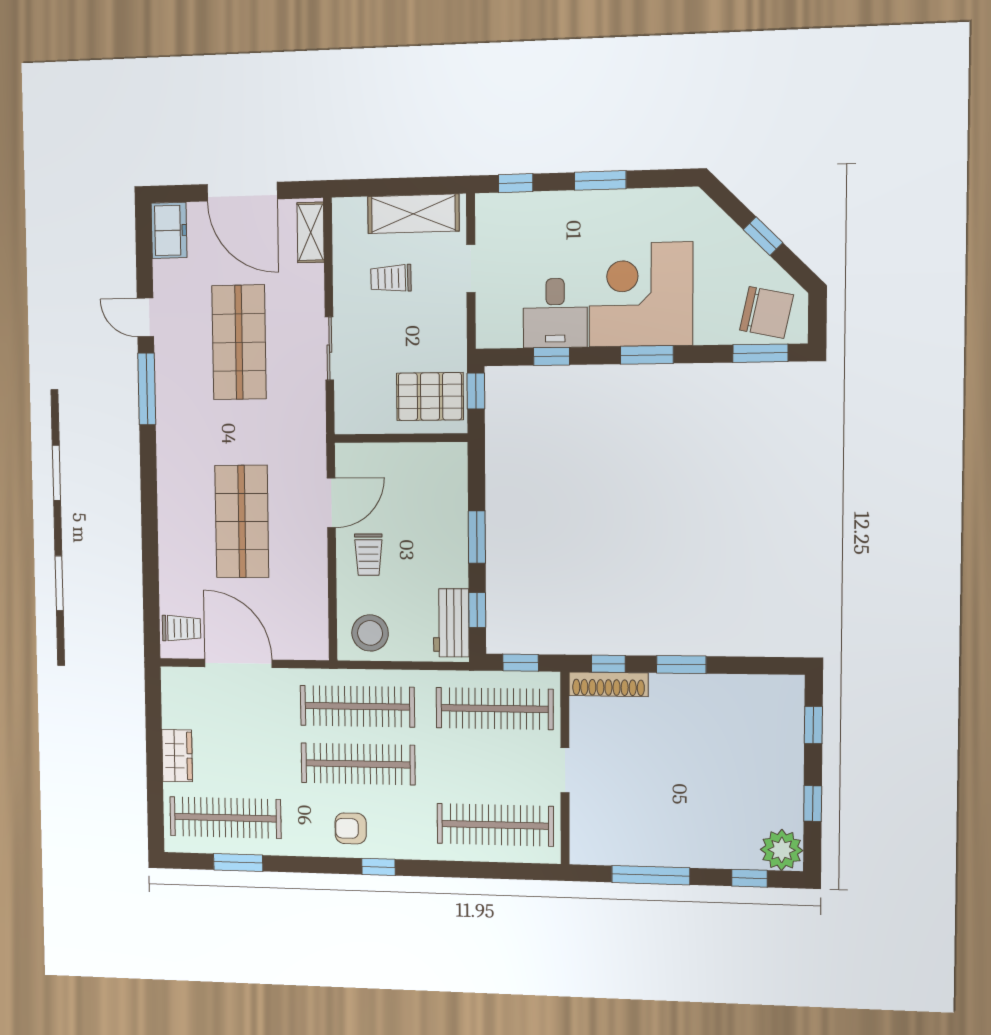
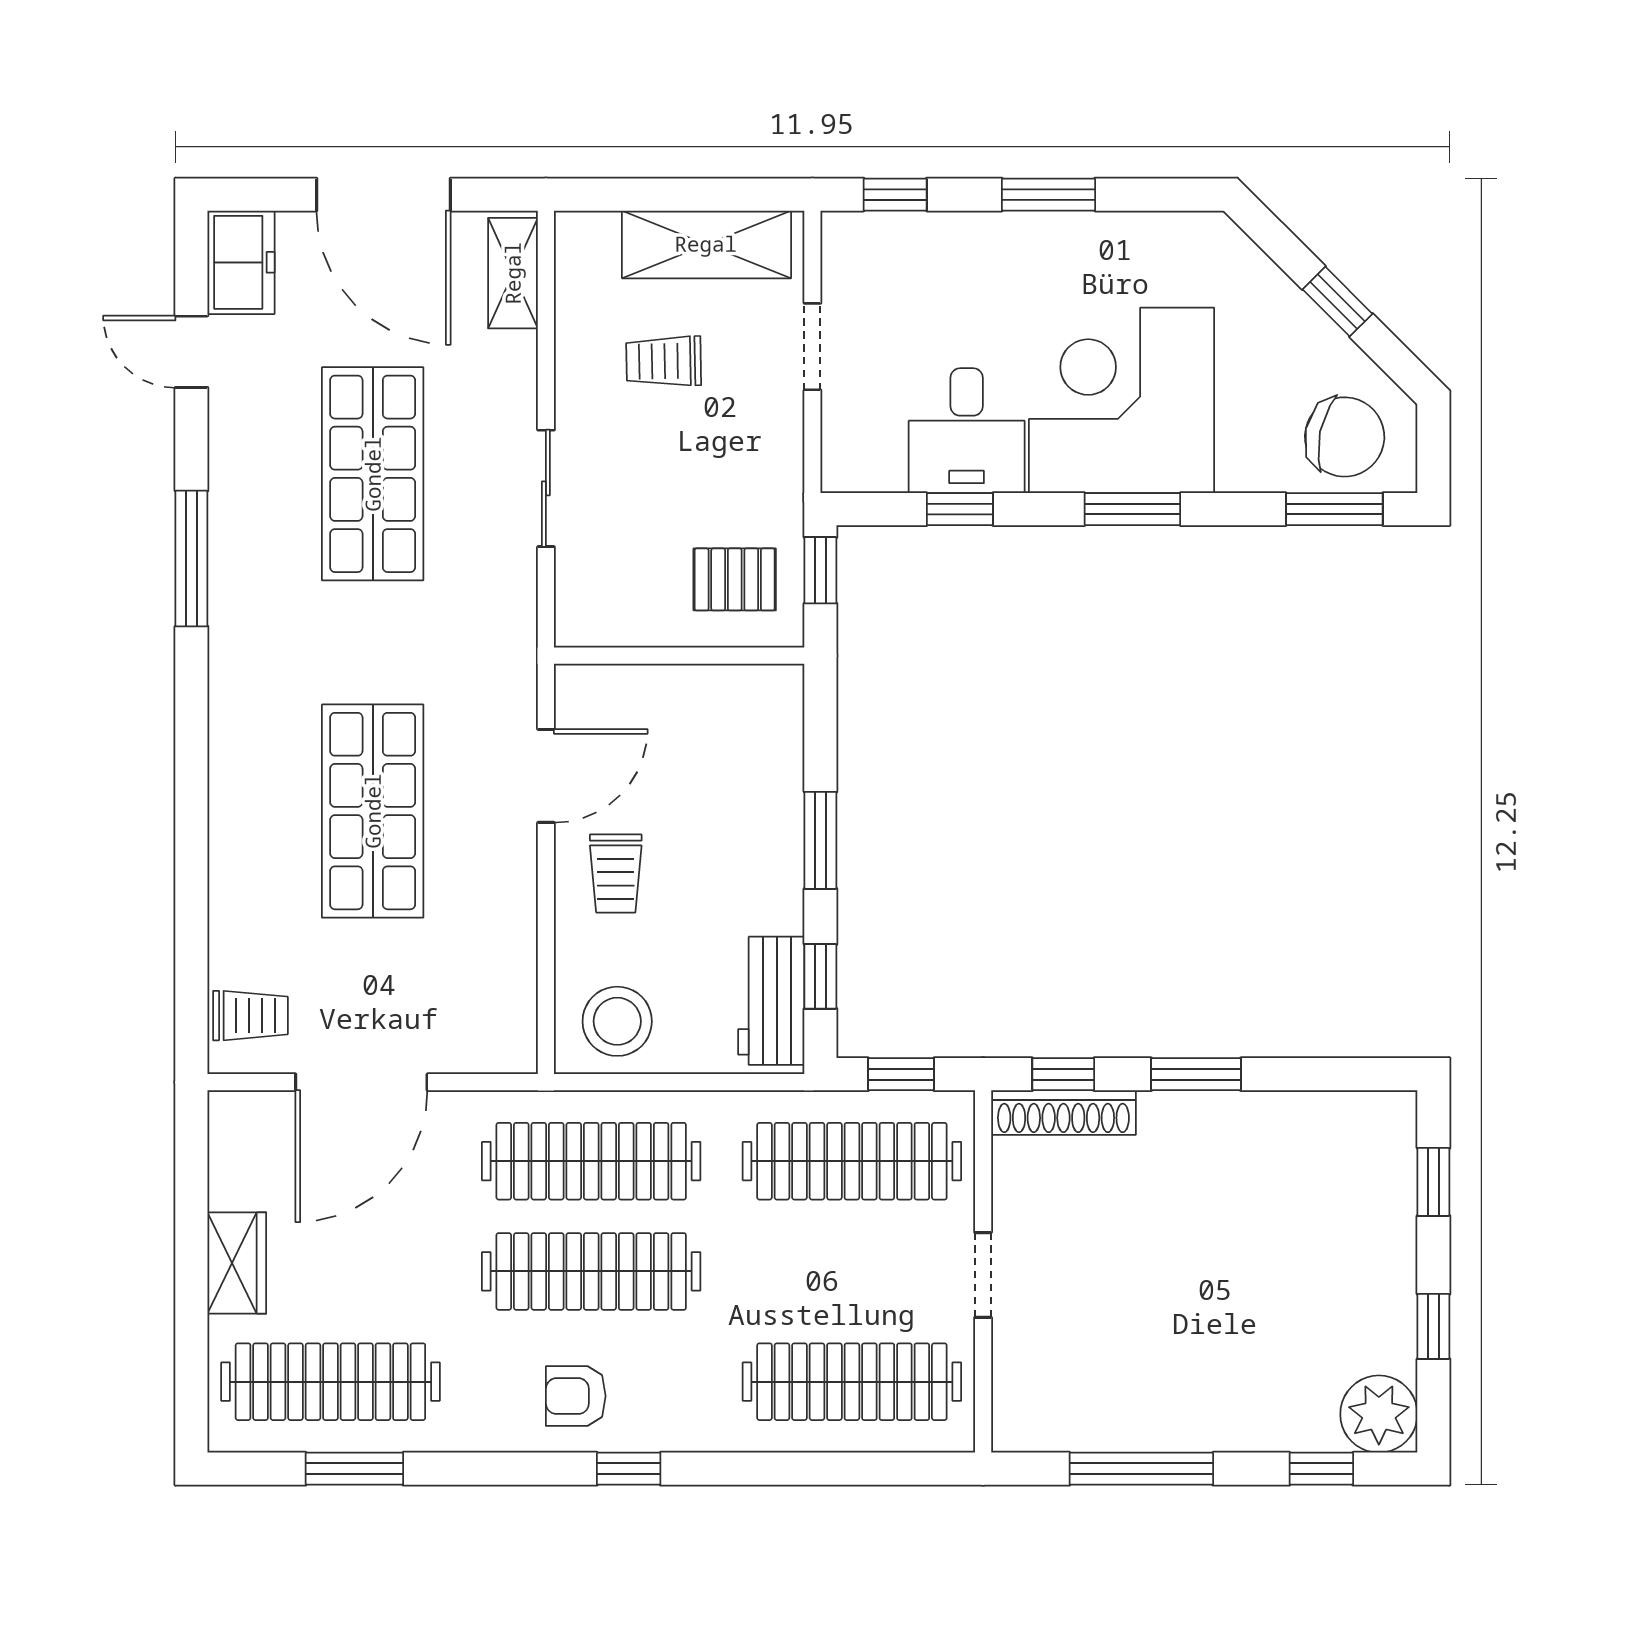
door: (145, 317) -> (191, 352), moved
pallet: (430, 396) -> (735, 579), width x0.67, depth x0.71
door: (238, 663) -> (361, 1082), swing flipped

